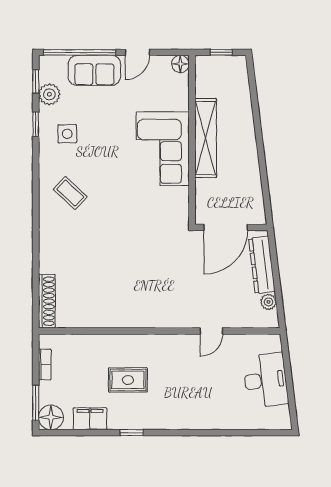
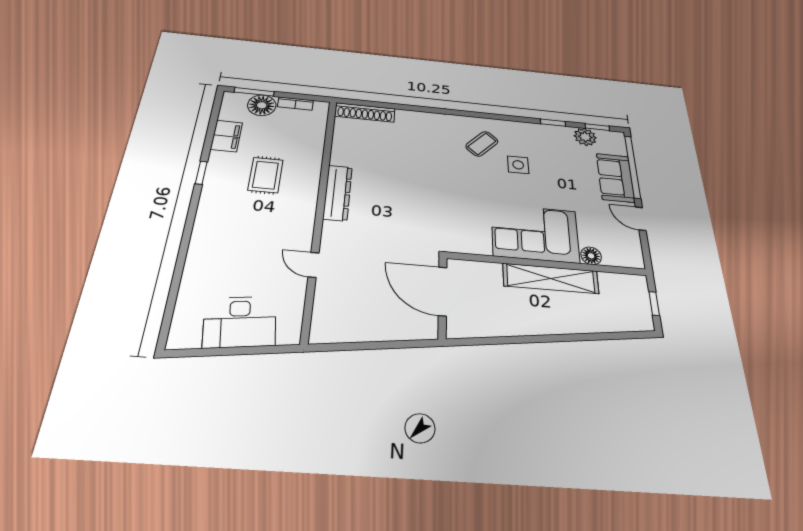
floor lamp: (180, 64) -> (591, 256), moved
side table: (67, 134) -> (518, 165), moved
dresser: (262, 265) -> (338, 193), moved, turned 97
plant: (268, 302) -> (344, 333), removed
floor lamp: (51, 417) -> (262, 105), moved

